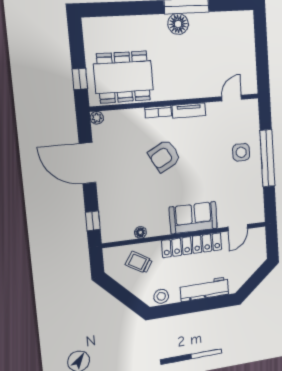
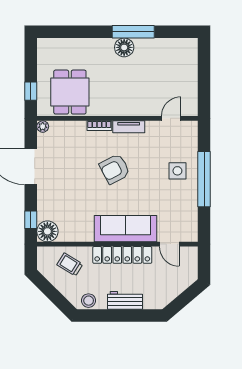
dining table: (124, 77) -> (70, 92), width x0.73
armchair: (164, 156) -> (115, 169), moved
sofa: (193, 218) -> (126, 229), width x1.36
door: (238, 228) -> (169, 244), hinge flipped
floor lamp: (140, 232) -> (47, 231), moved, width x1.89, depth x1.89
workbench: (204, 289) -> (125, 300), width x0.73

